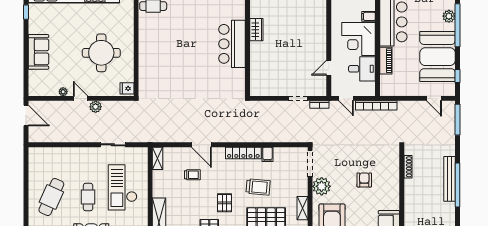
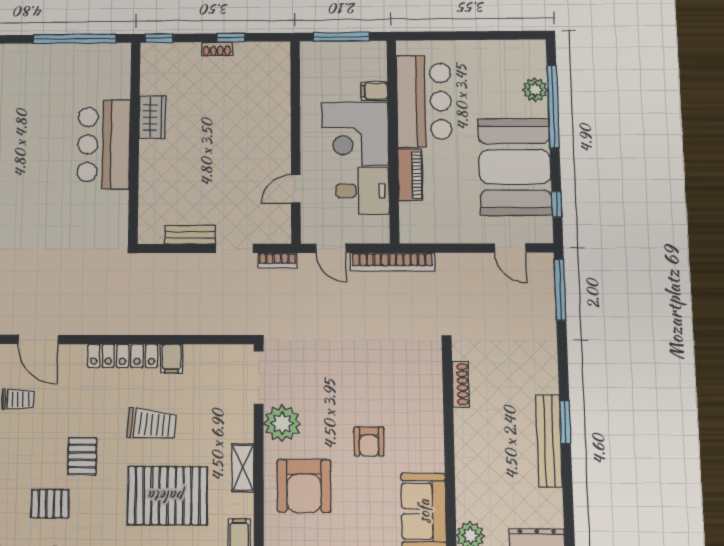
bench: (276, 91) -> (190, 235), added
bench: (450, 179) -> (549, 441), moved
armchair: (364, 180) -> (369, 441), moved, turned 180
window: (457, 185) -> (565, 422), width x0.47

